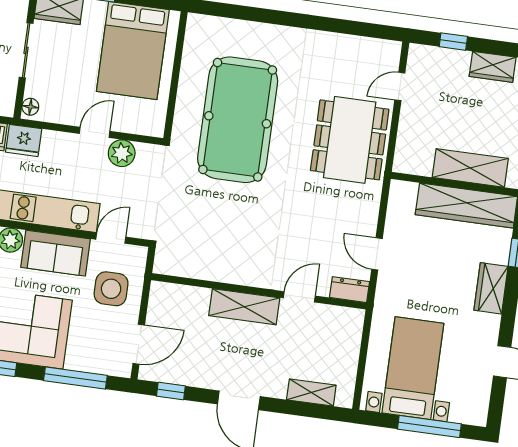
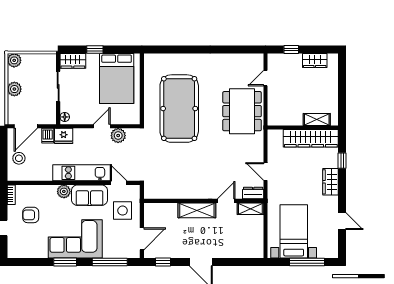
shelving: (470, 168) -> (317, 119), width x0.67, depth x0.75
door: (111, 238) -> (119, 183), hinge flipped
shelving: (311, 392) -> (250, 209), moved

